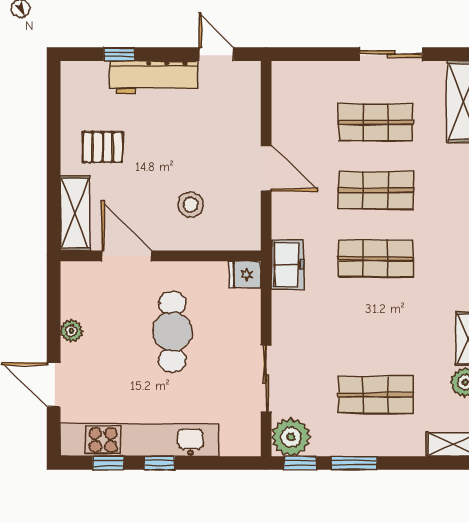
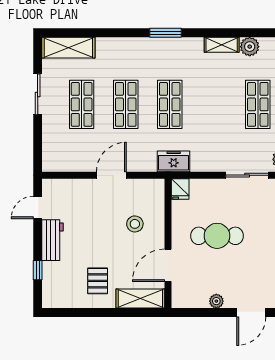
workbench: (154, 77) -> (53, 240), width x0.73

